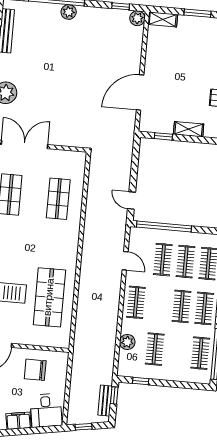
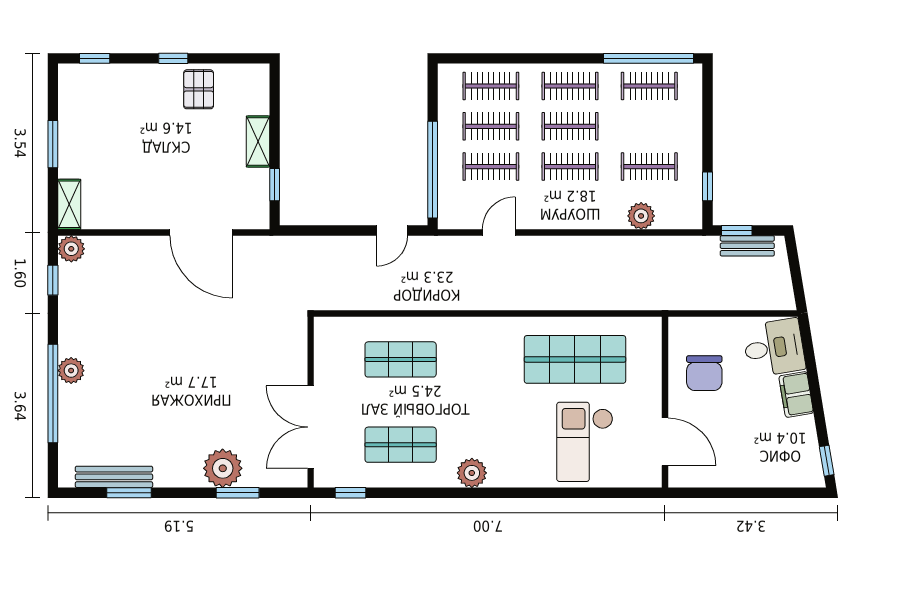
clothes rail: (136, 302) -> (570, 167), moved
window: (84, 427) -> (797, 279), removed

